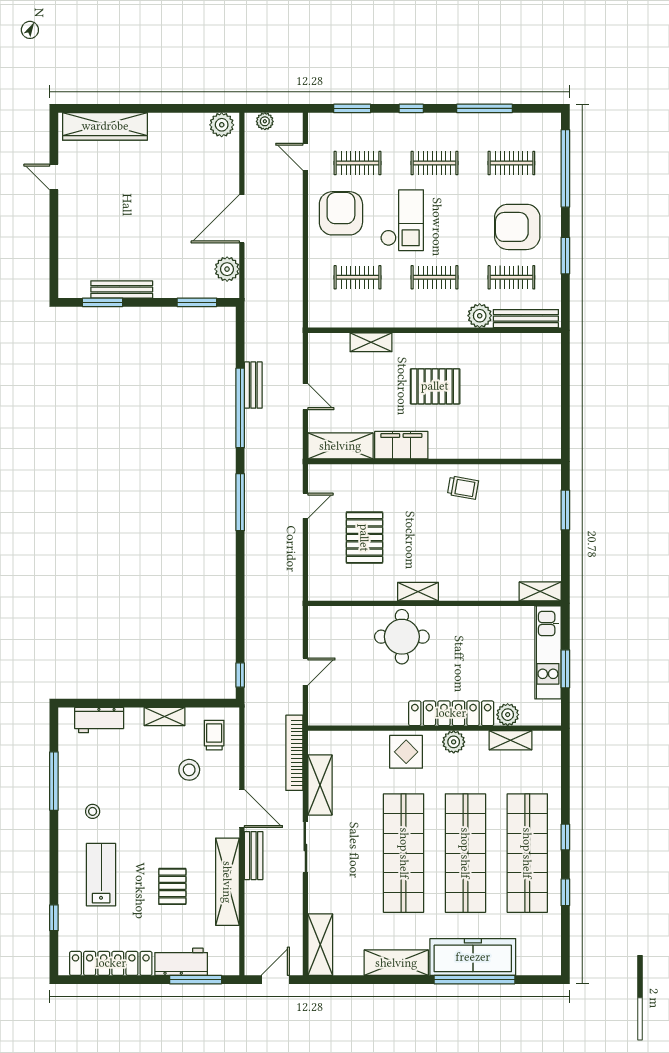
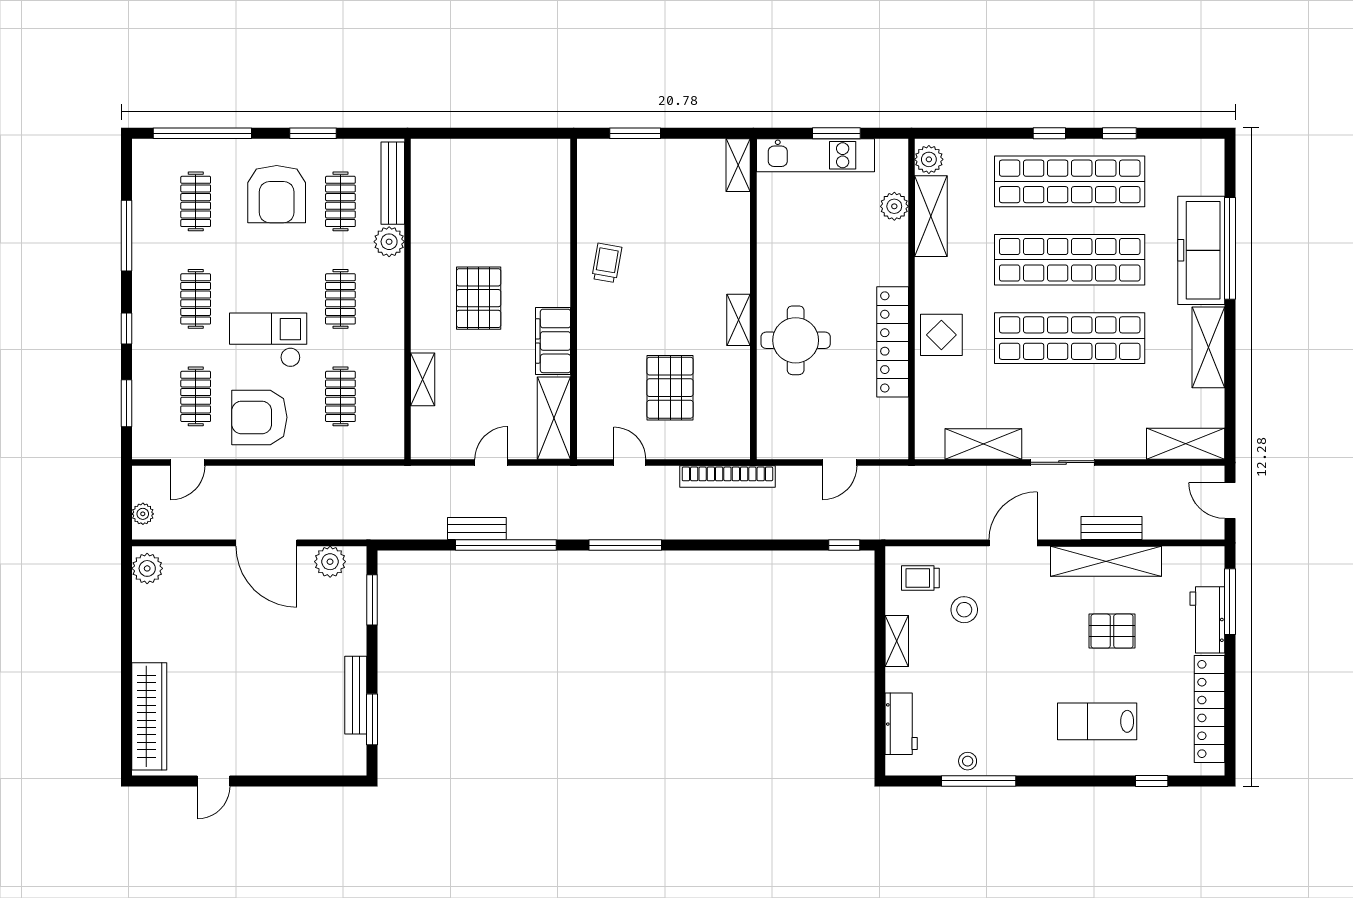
pallet: (364, 538) -> (670, 388), turned 90
door: (305, 672) -> (840, 462), swing flipped
locker: (451, 713) -> (893, 342), moved
shelving: (510, 740) -> (931, 216), width x1.50, depth x1.33
plant: (454, 742) -> (929, 159), moved
bookcase: (294, 753) -> (727, 477), moved
stool: (93, 811) -> (968, 761), moved
bench: (254, 856) -> (1112, 528), moved

